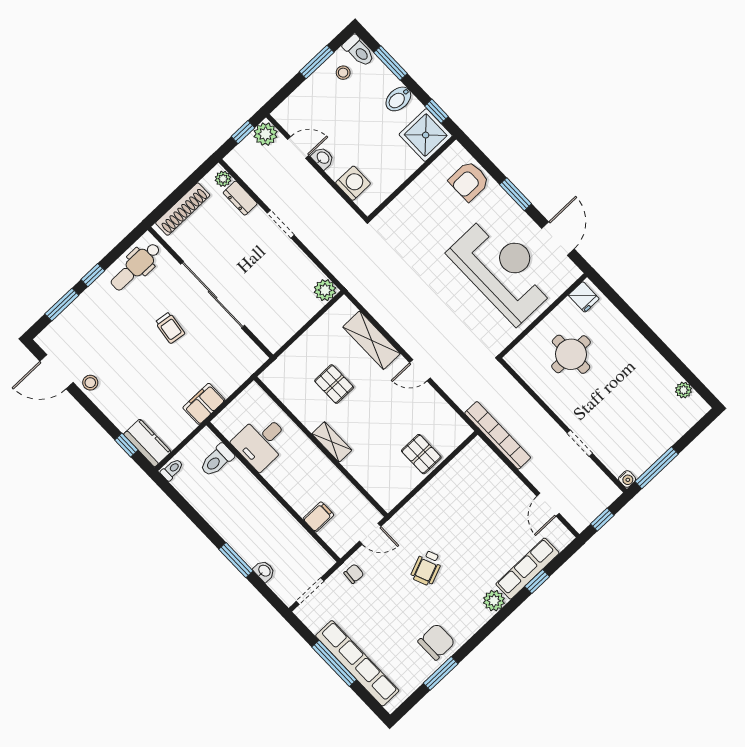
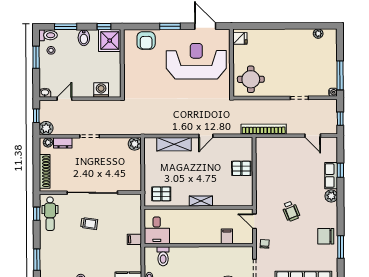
plant: (266, 134) -> (46, 128), moved
washbasin: (323, 158) -> (45, 93), moved
window: (93, 275) -> (37, 214), moved
round table: (571, 354) -> (251, 79), moved
pallet: (334, 384) -> (161, 194), moved
filing cabinet: (204, 404) -> (134, 239), width x0.50
desk: (261, 442) -> (157, 230), moved
door: (370, 534) -> (254, 221), swing flipped
row of seats: (527, 569) -> (331, 176), width x0.68
chair: (436, 642) -> (326, 236), turned -90

